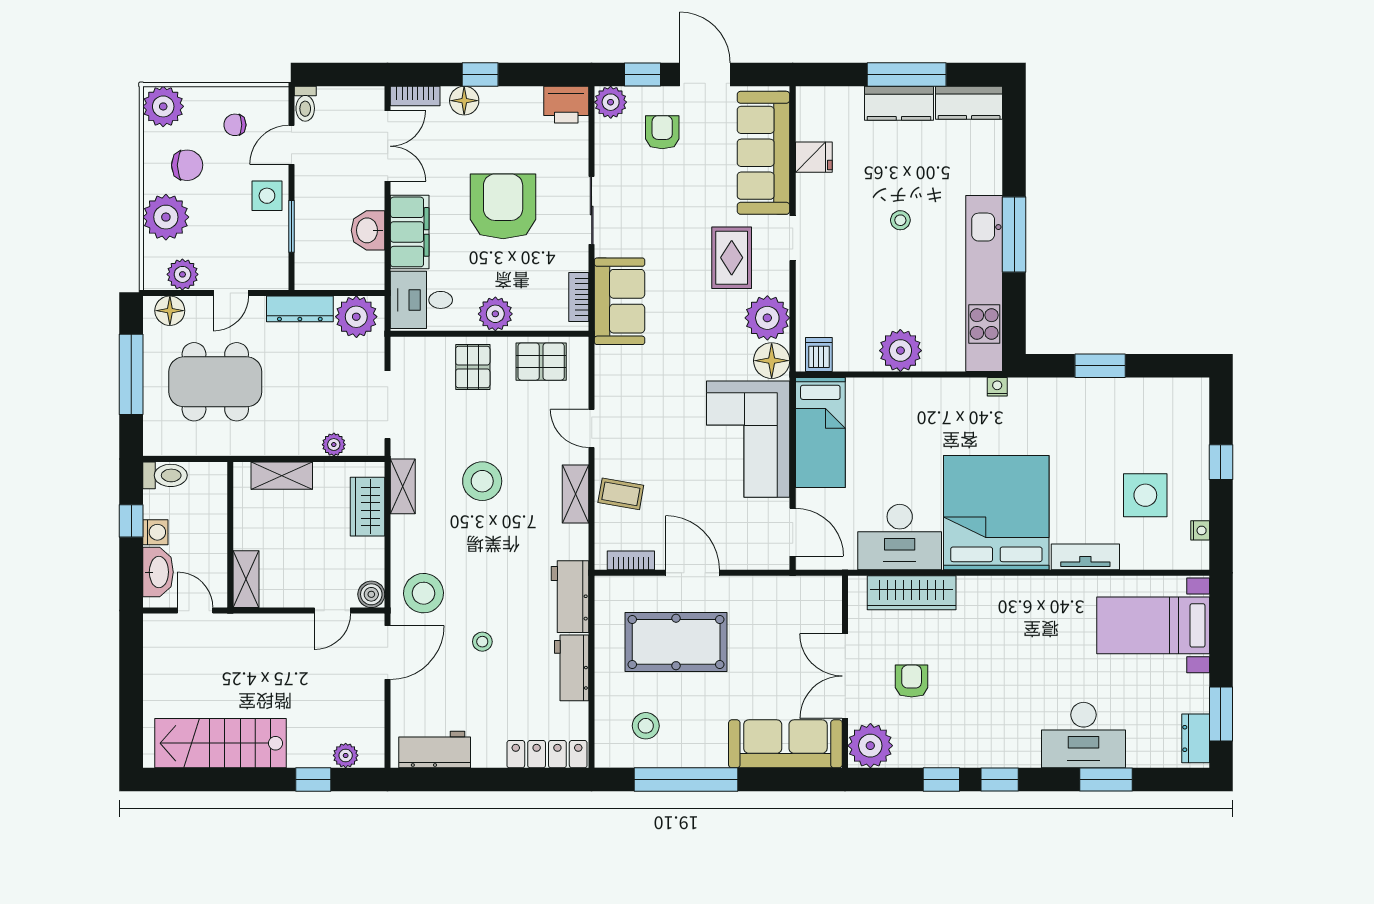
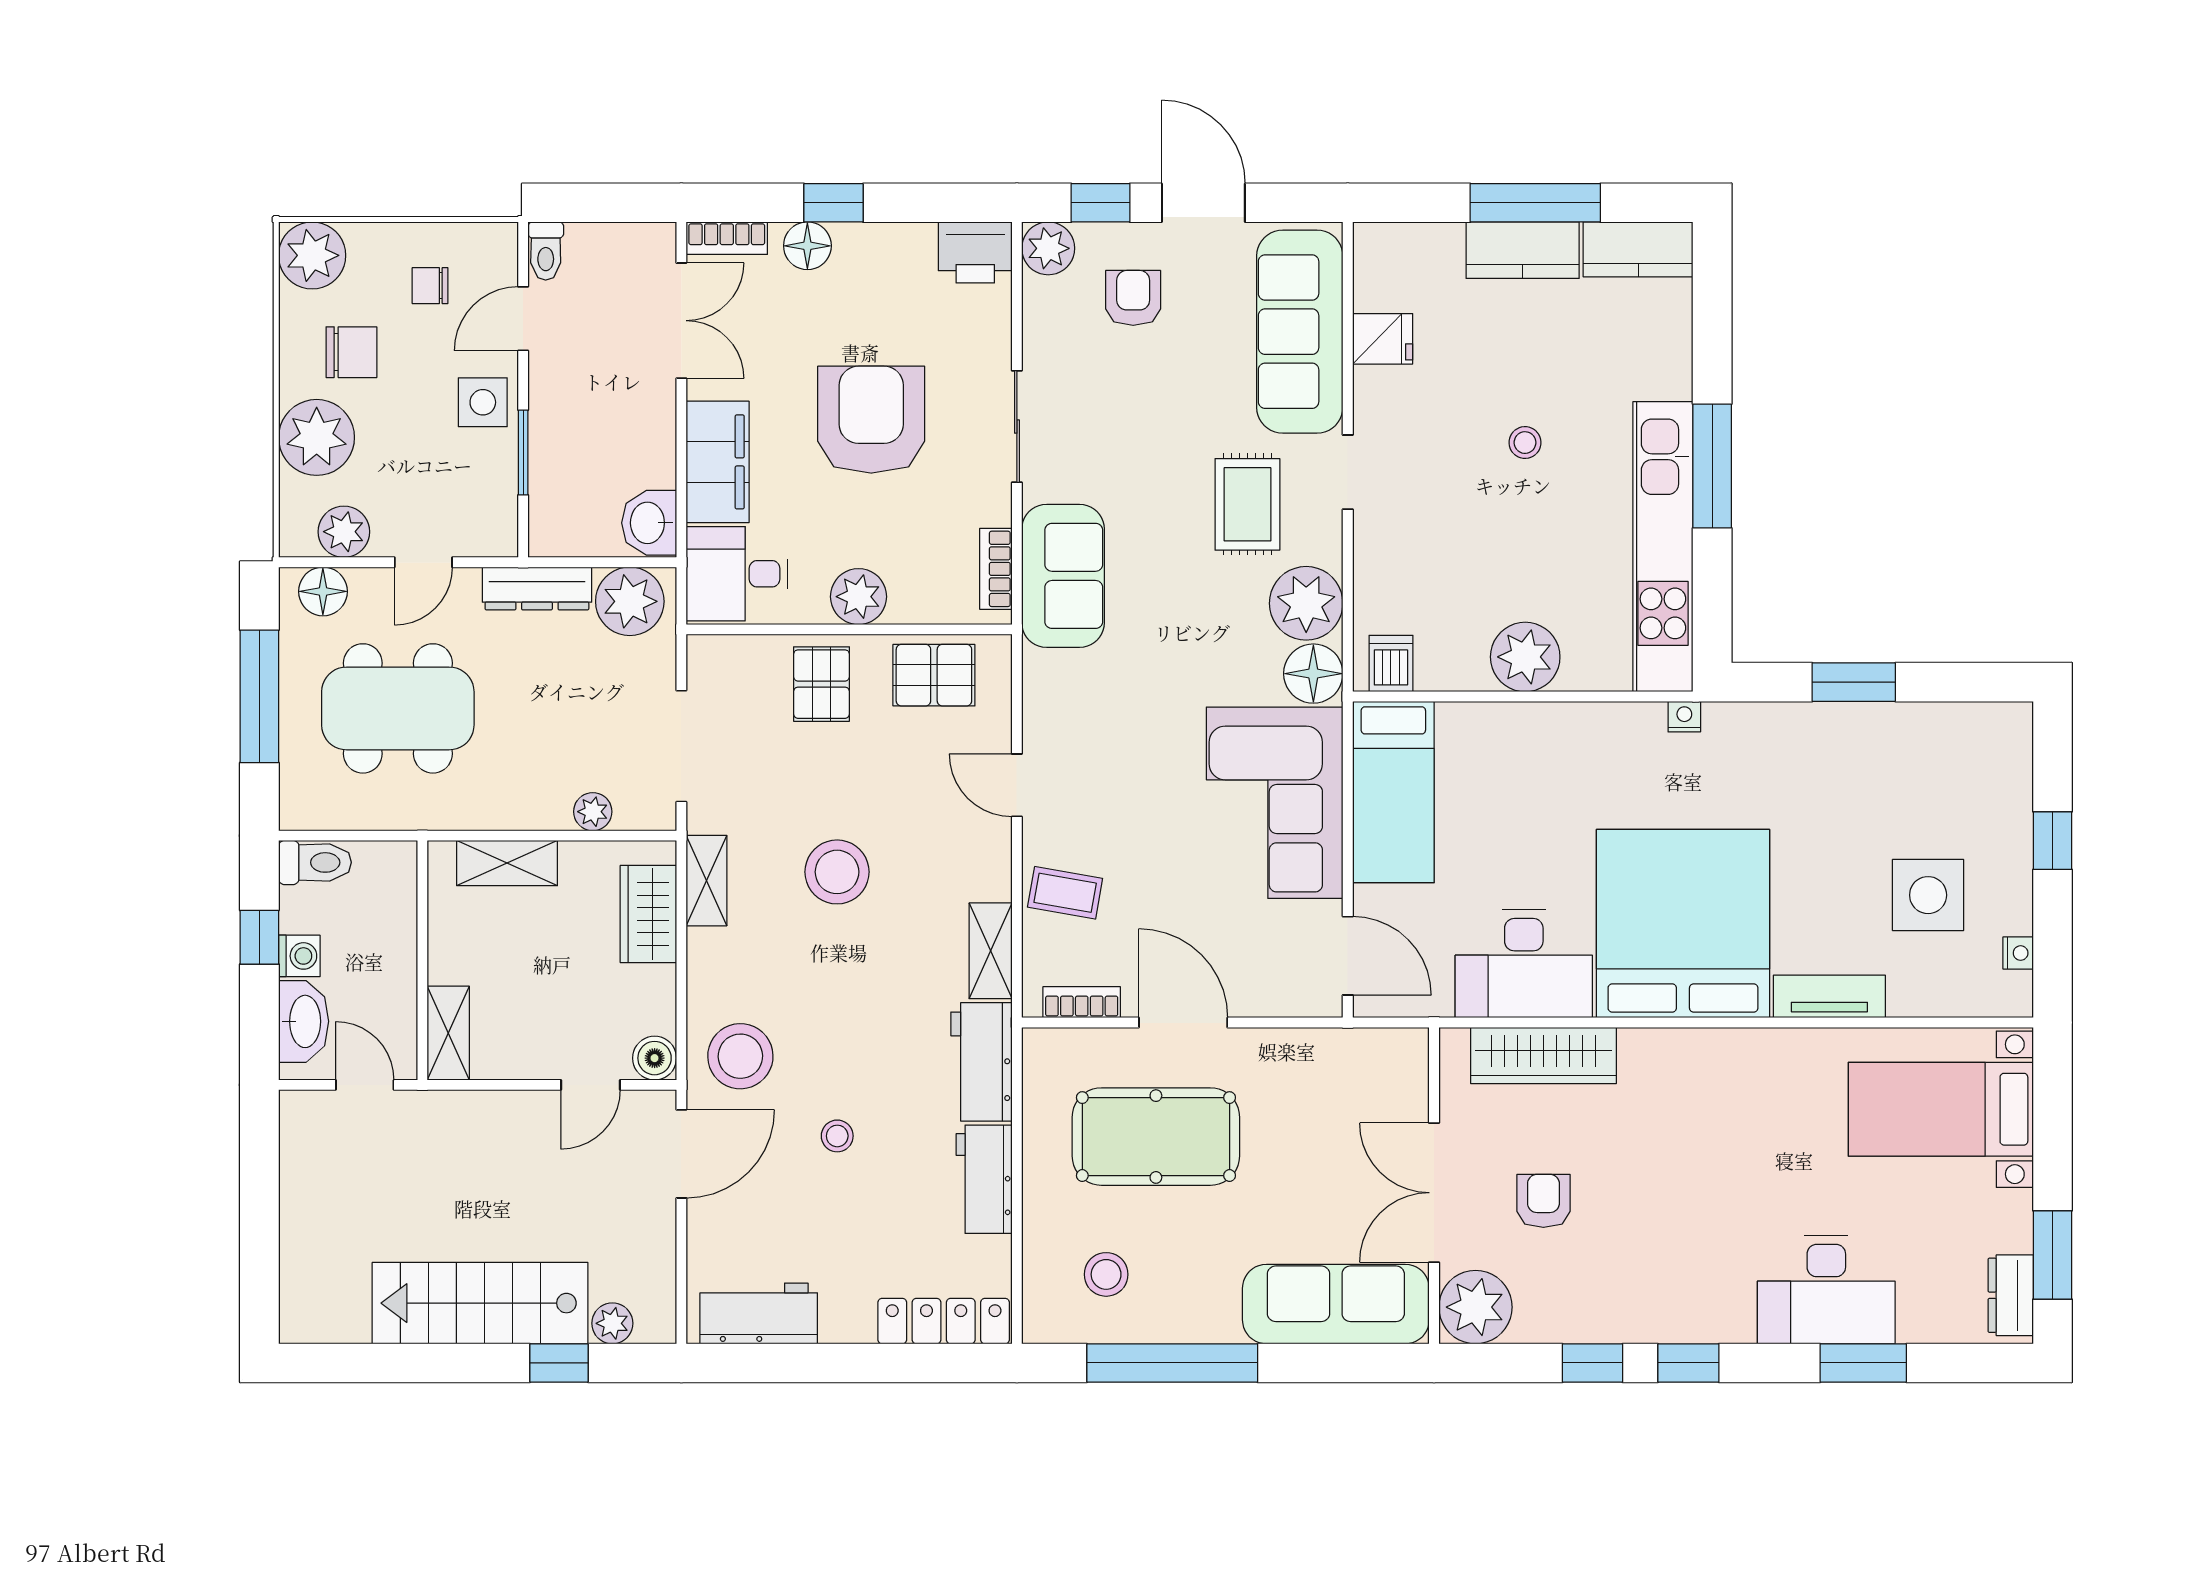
washbasin: (368, 230) -> (649, 523), moved
shelving: (576, 494) -> (991, 951), moved
stairs: (220, 743) -> (480, 1303), moved

